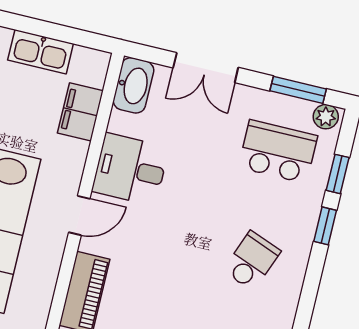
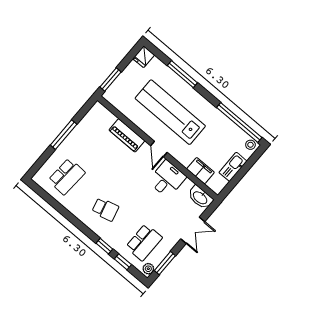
double door: (206, 68) -> (193, 230), swing flipped
school desk: (252, 261) -> (105, 209), turned -36

